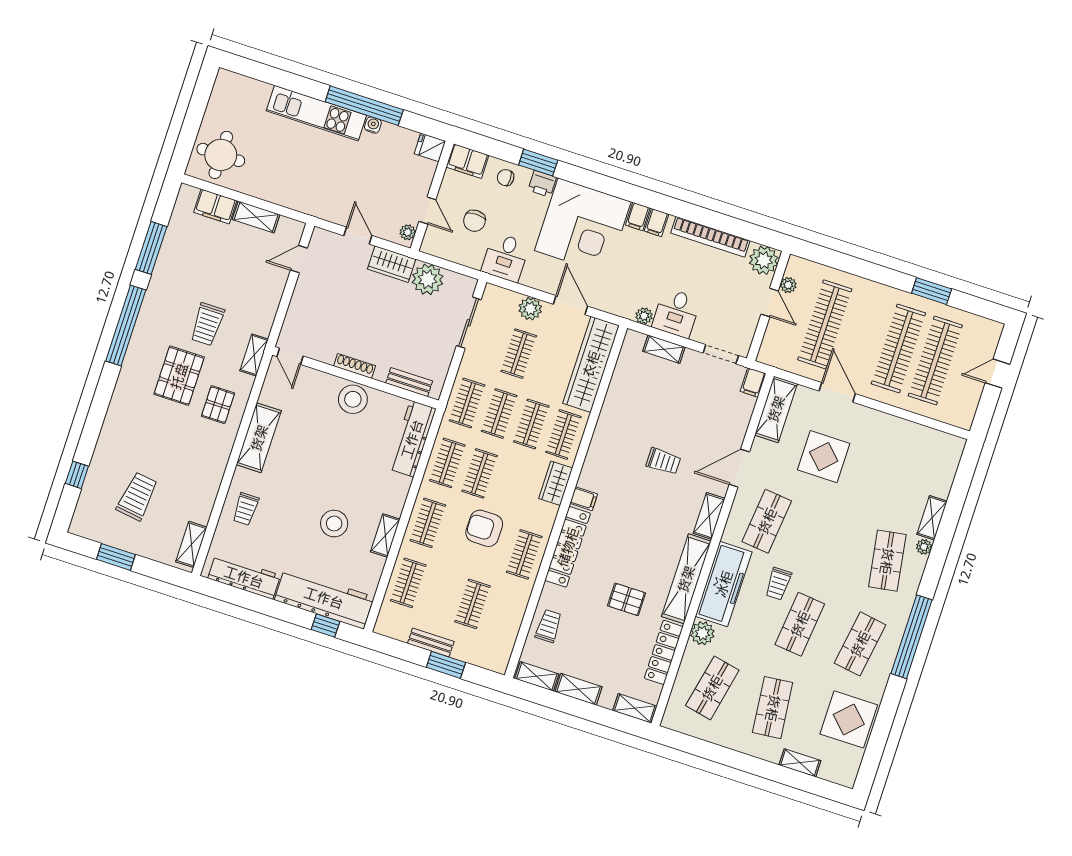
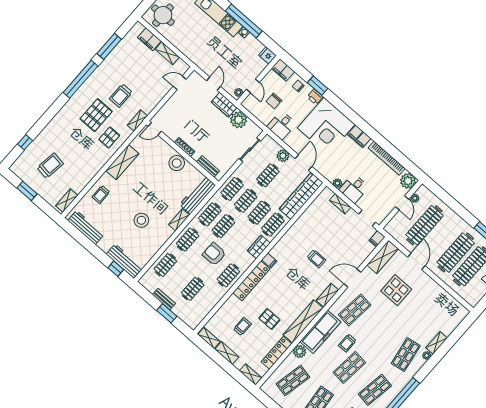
door: (290, 356) -> (155, 129), hinge flipped
shelving: (385, 535) -> (179, 220), moved
workbench: (324, 598) -> (124, 261), width x0.73, depth x0.76
trolley: (549, 626) -> (242, 326), moved

